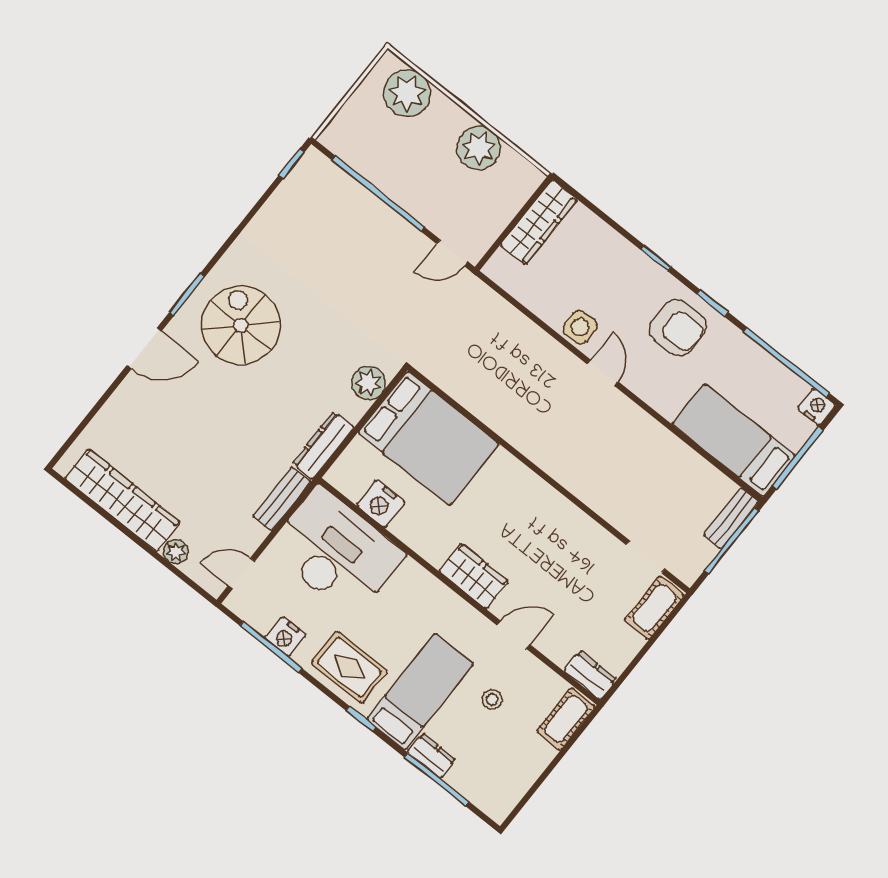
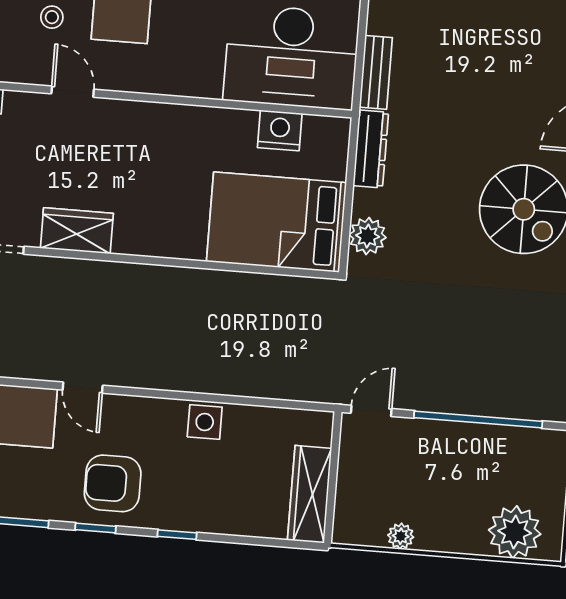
plant: (479, 148) -> (401, 536), width x0.53, depth x0.53
door: (603, 373) -> (83, 388), moved
wardrobe: (474, 576) -> (77, 231), moved, turned 180
door: (513, 635) -> (73, 92), swing flipped

